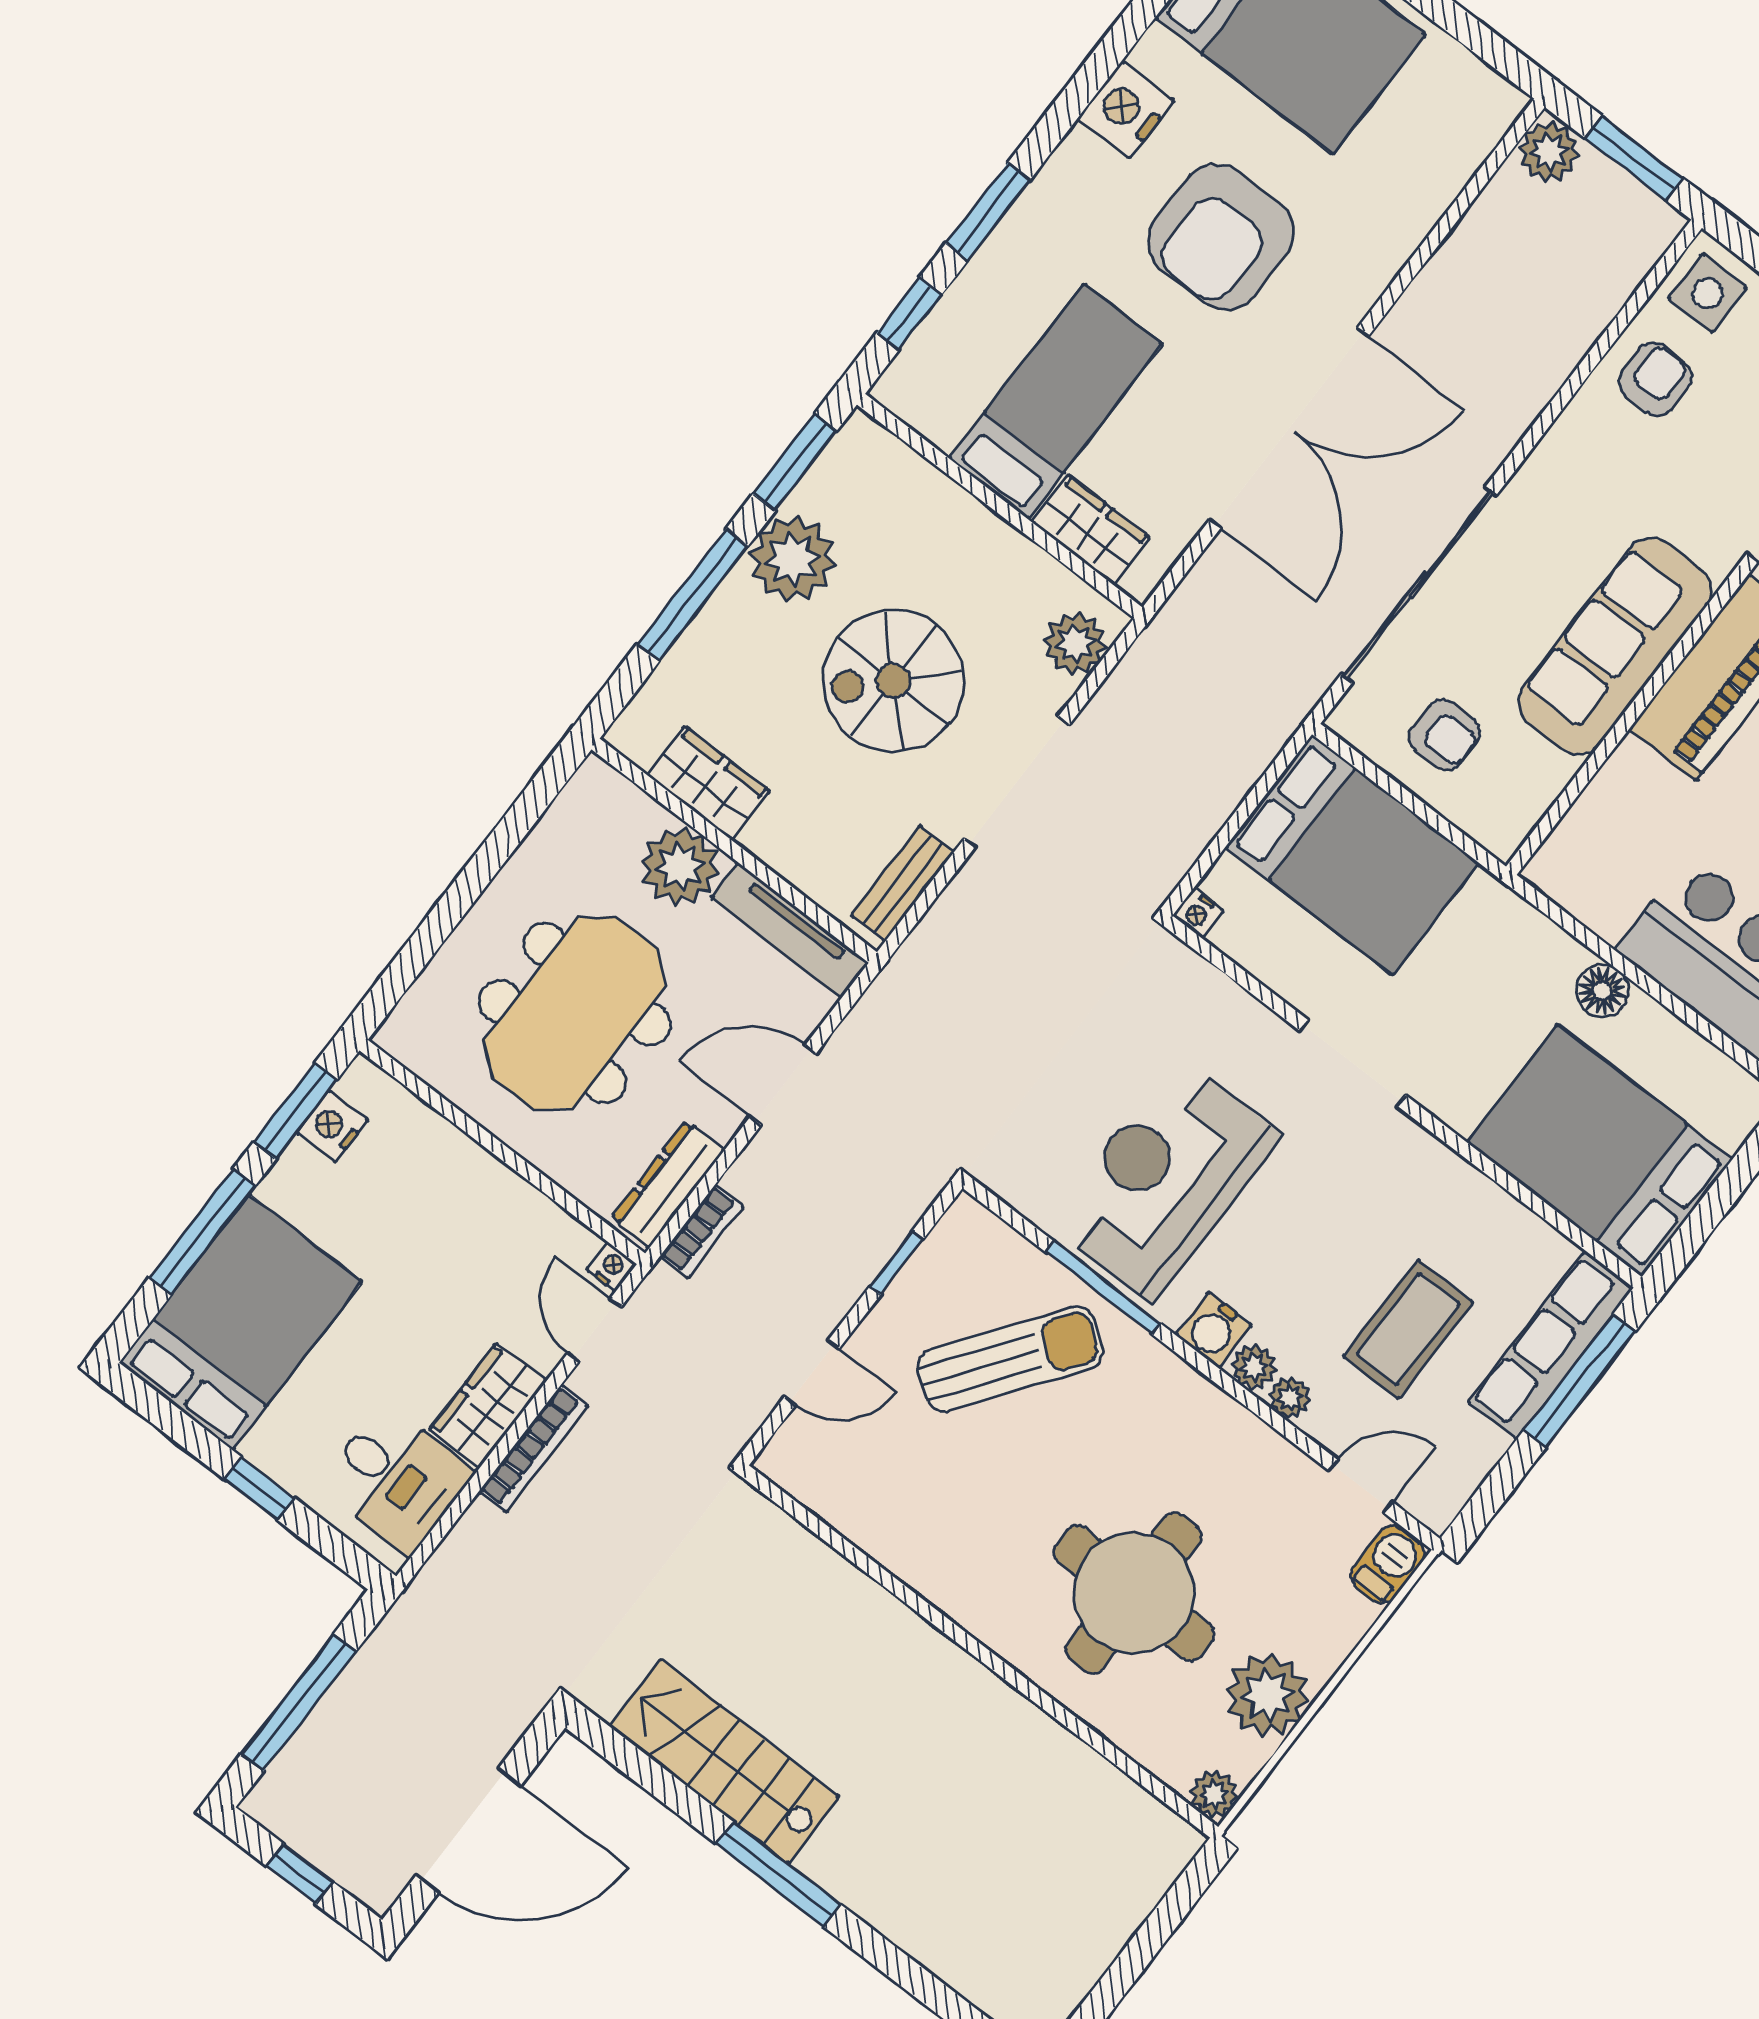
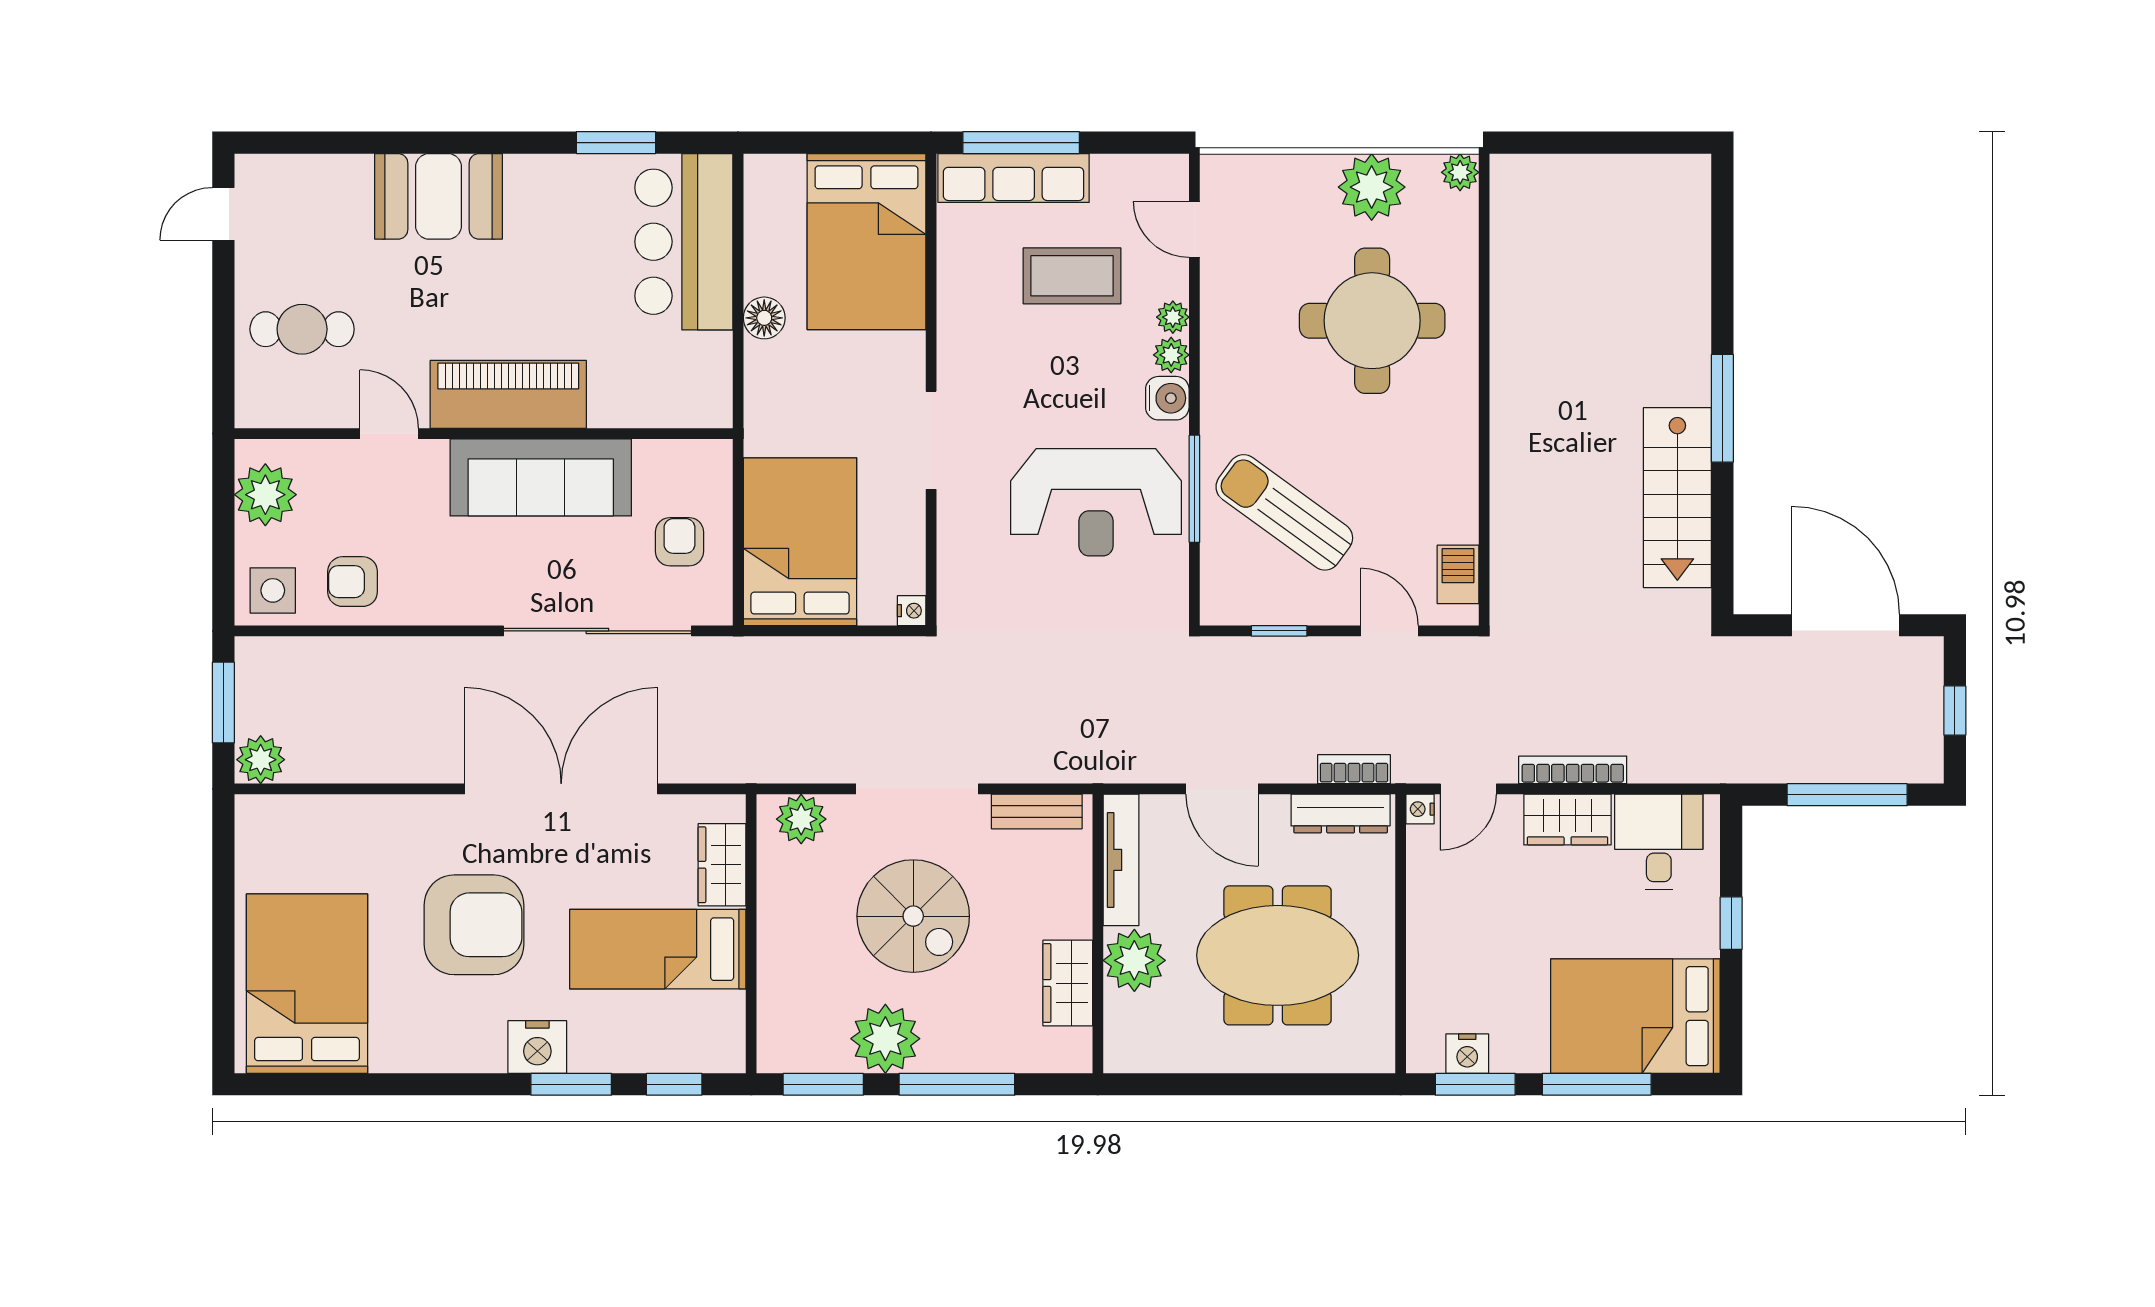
nightstand: (1126, 110) -> (537, 1047), moved
barbecue: (1388, 1565) -> (1458, 574), moved, turned 90

